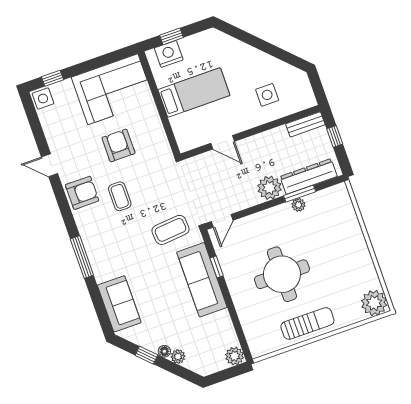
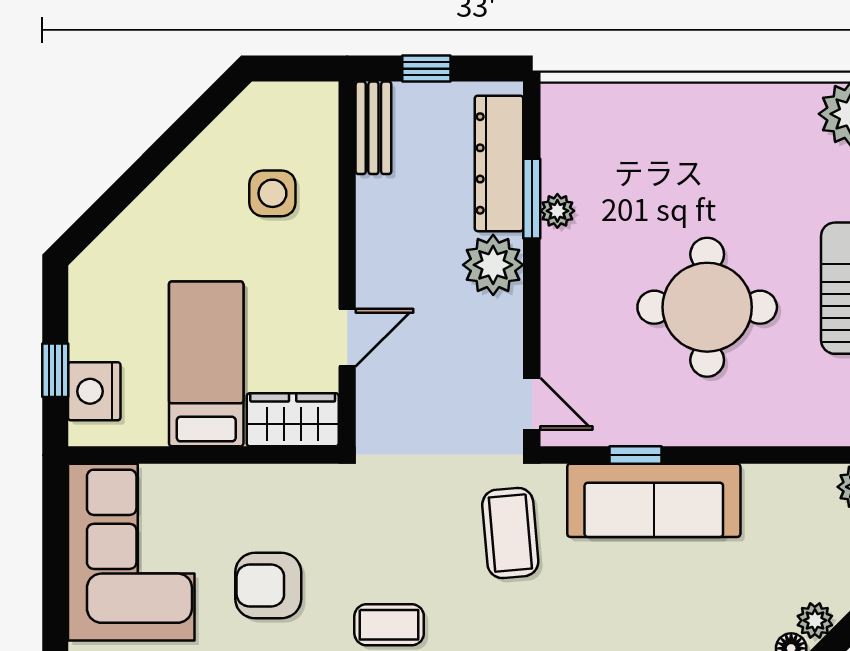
wardrobe: (184, 133) -> (293, 420), added

